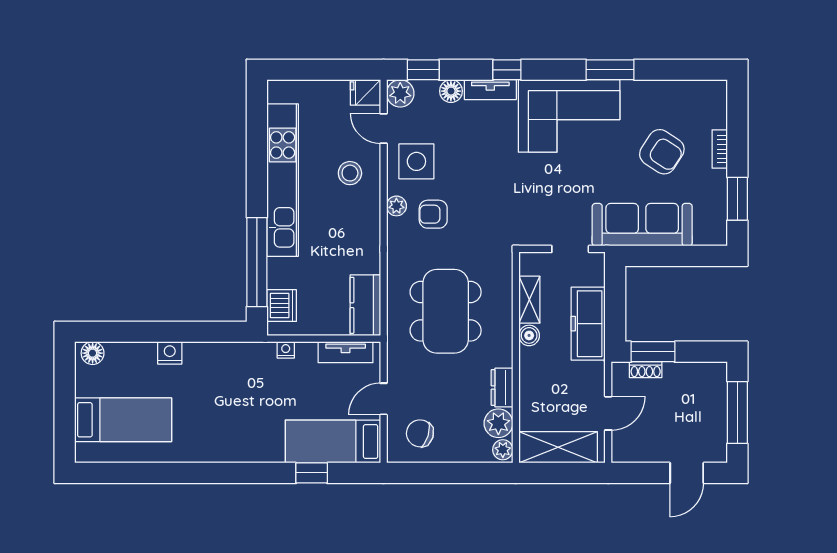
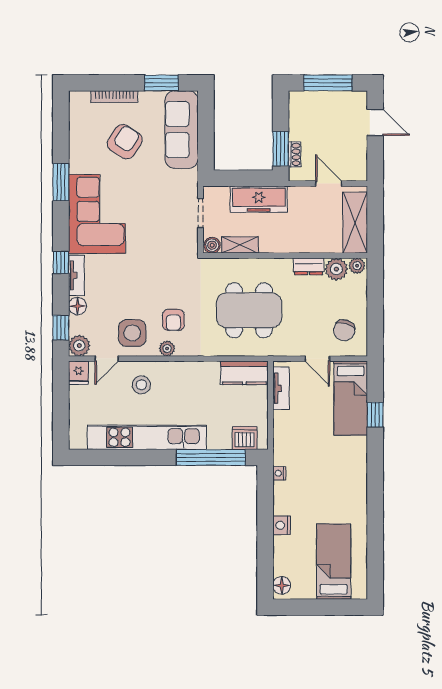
bookcase: (720, 149) -> (114, 97), width x1.56
sofa: (642, 225) -> (182, 130), moved
boiler: (529, 335) -> (212, 245), moved
nightstand: (286, 350) -> (279, 473), moved

